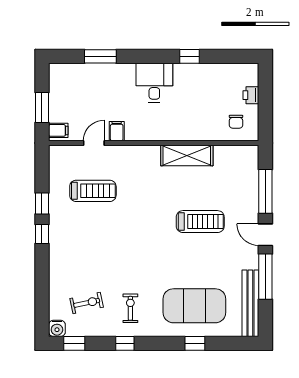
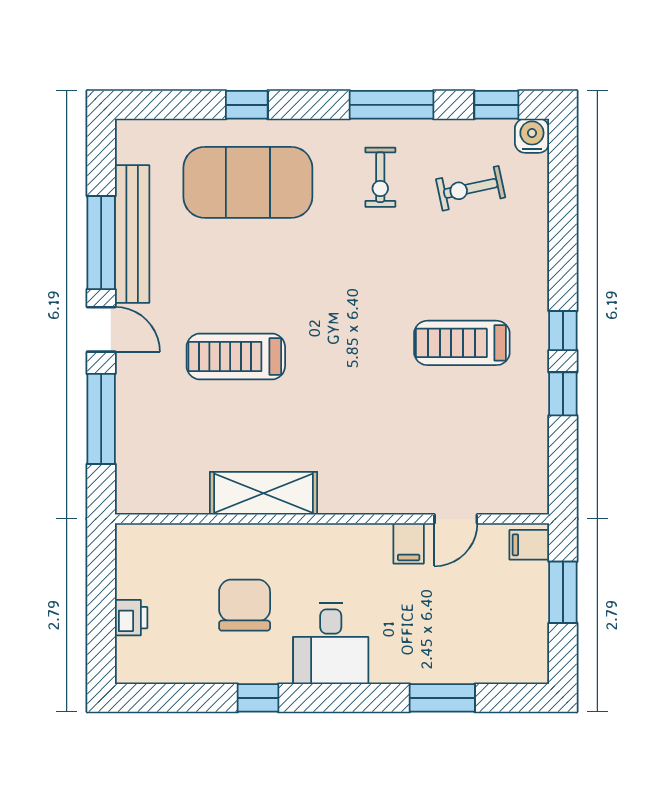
chair: (236, 122) -> (245, 605), moved, width x1.87, depth x1.87
treadmill: (93, 191) -> (462, 343), moved
bench: (250, 303) -> (132, 234), moved
window: (125, 343) -> (392, 105), width x2.17

